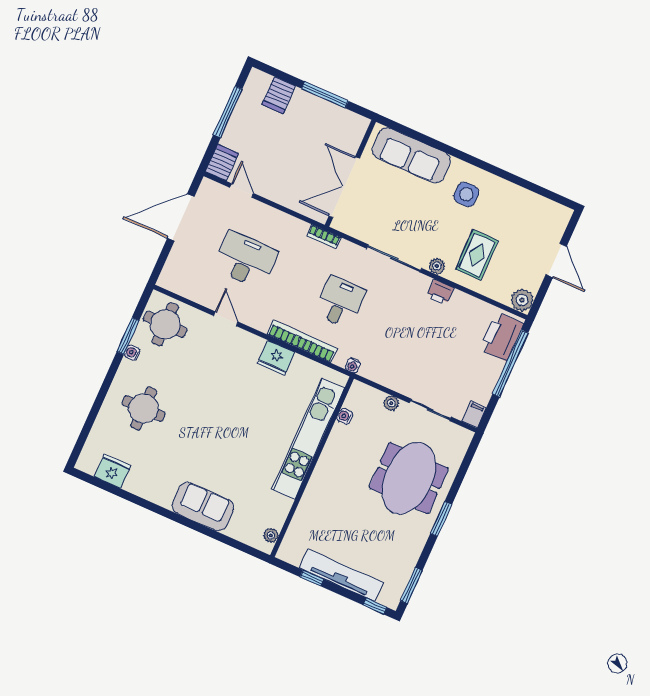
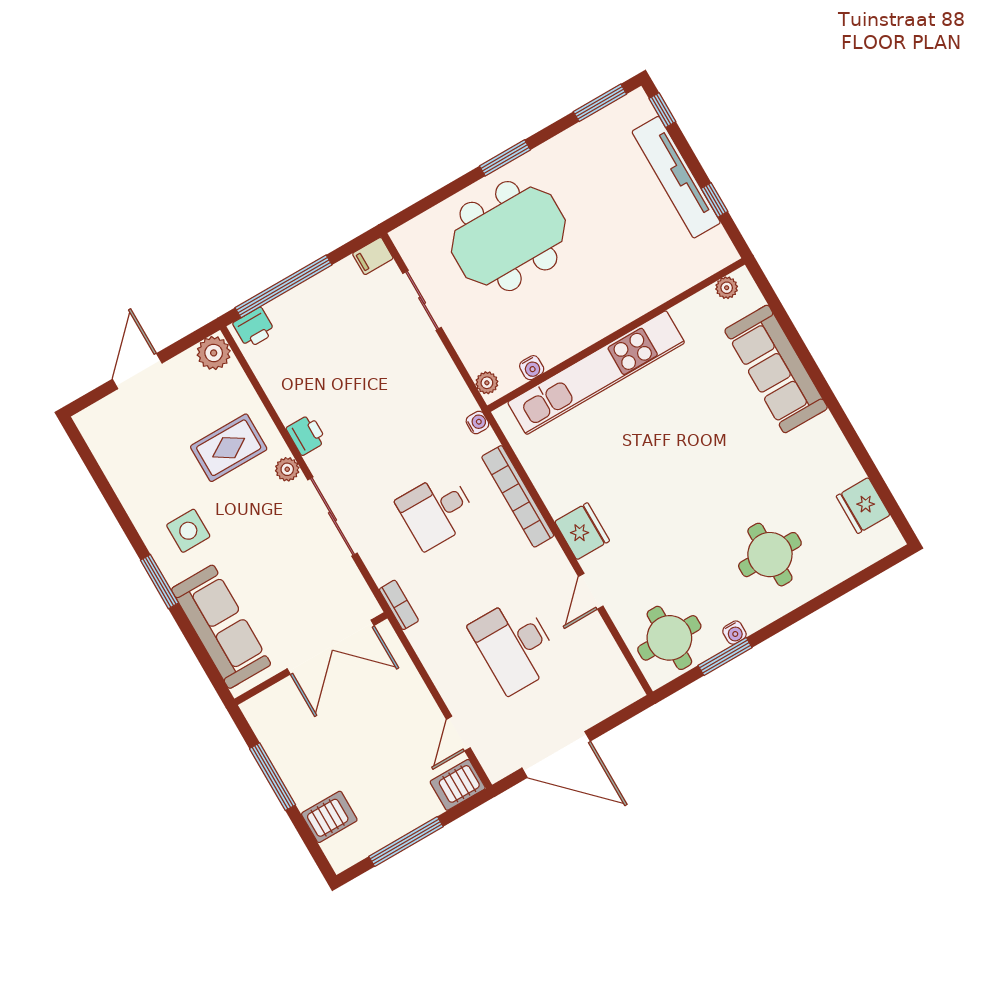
window: (462, 156) -> (159, 582), added
printer: (502, 336) -> (254, 328), width x0.53, depth x0.68
fridge: (276, 358) -> (582, 531), moved
plant: (391, 403) -> (487, 383), moved
sofa: (203, 507) -> (776, 369), width x1.36

